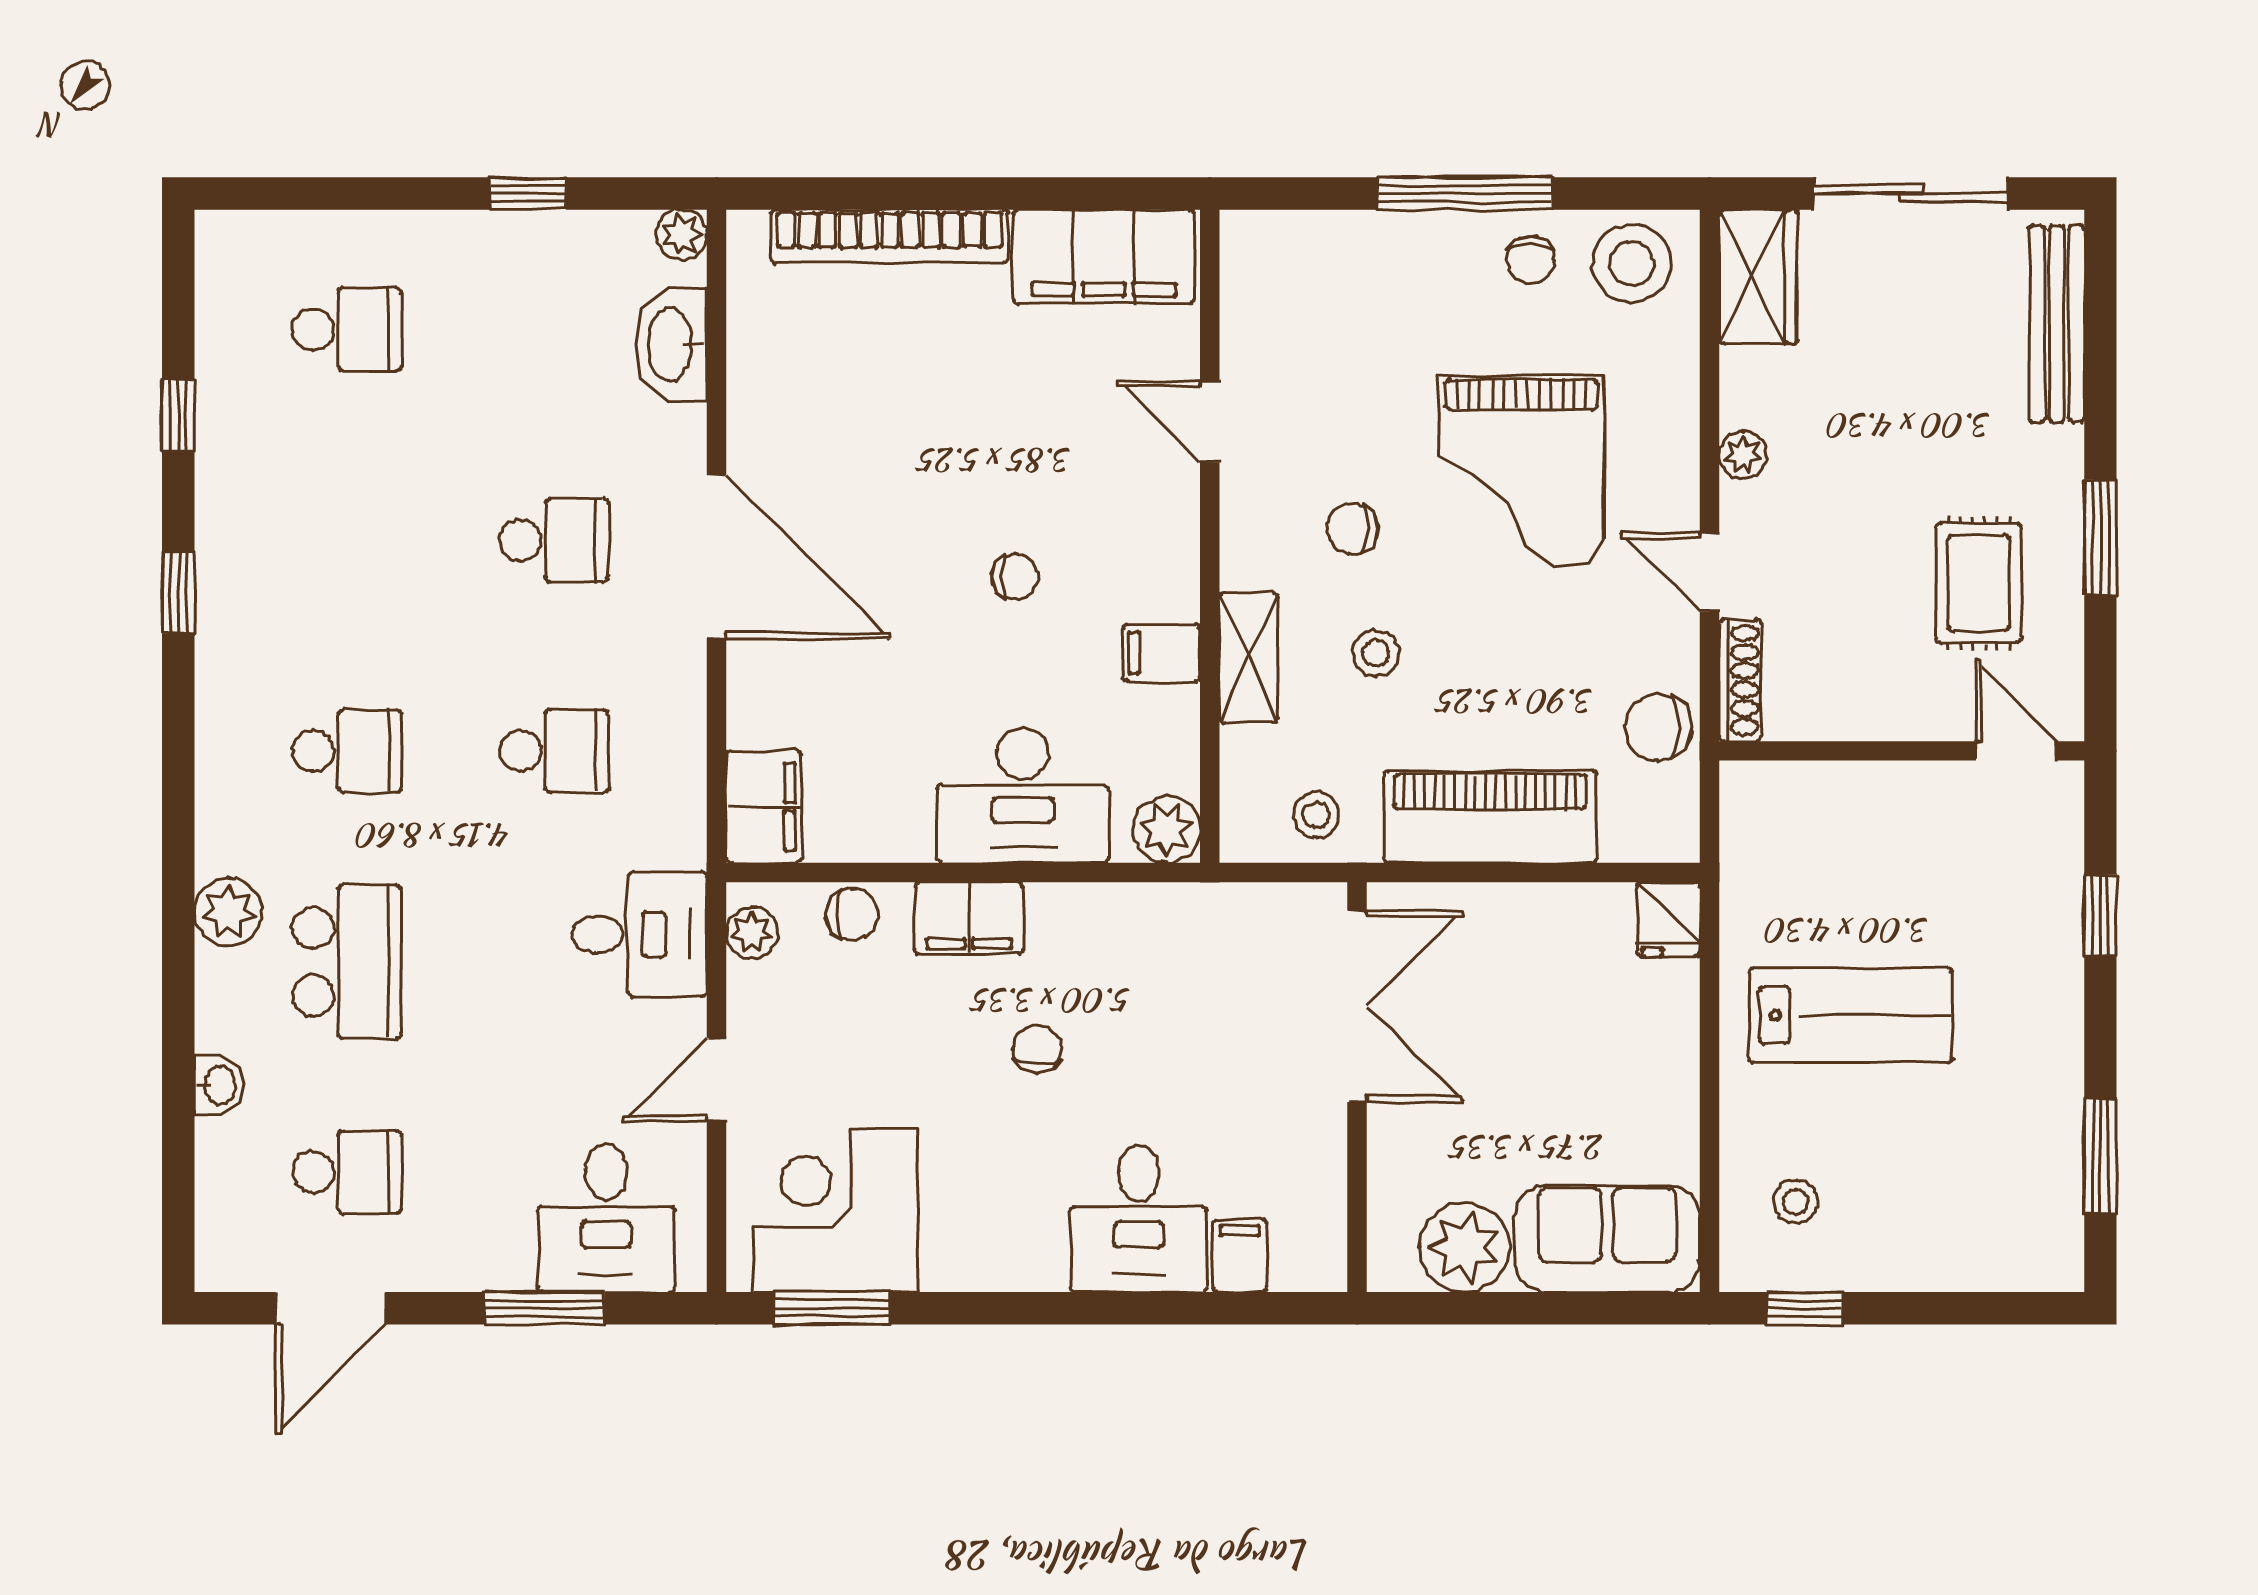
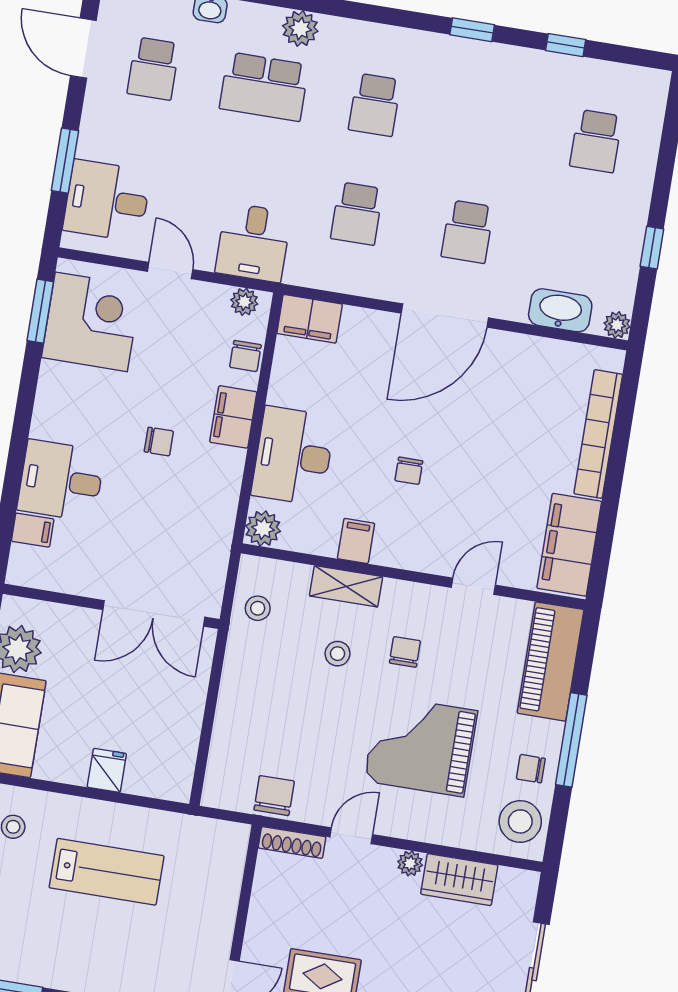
wardrobe: (1758, 277) -> (459, 880), moved
piano: (1490, 817) -> (551, 661), moved, turned 180
fridge: (1668, 920) -> (107, 770), moved, turned 90
lab bench: (1851, 1015) -> (107, 872), turned -90

